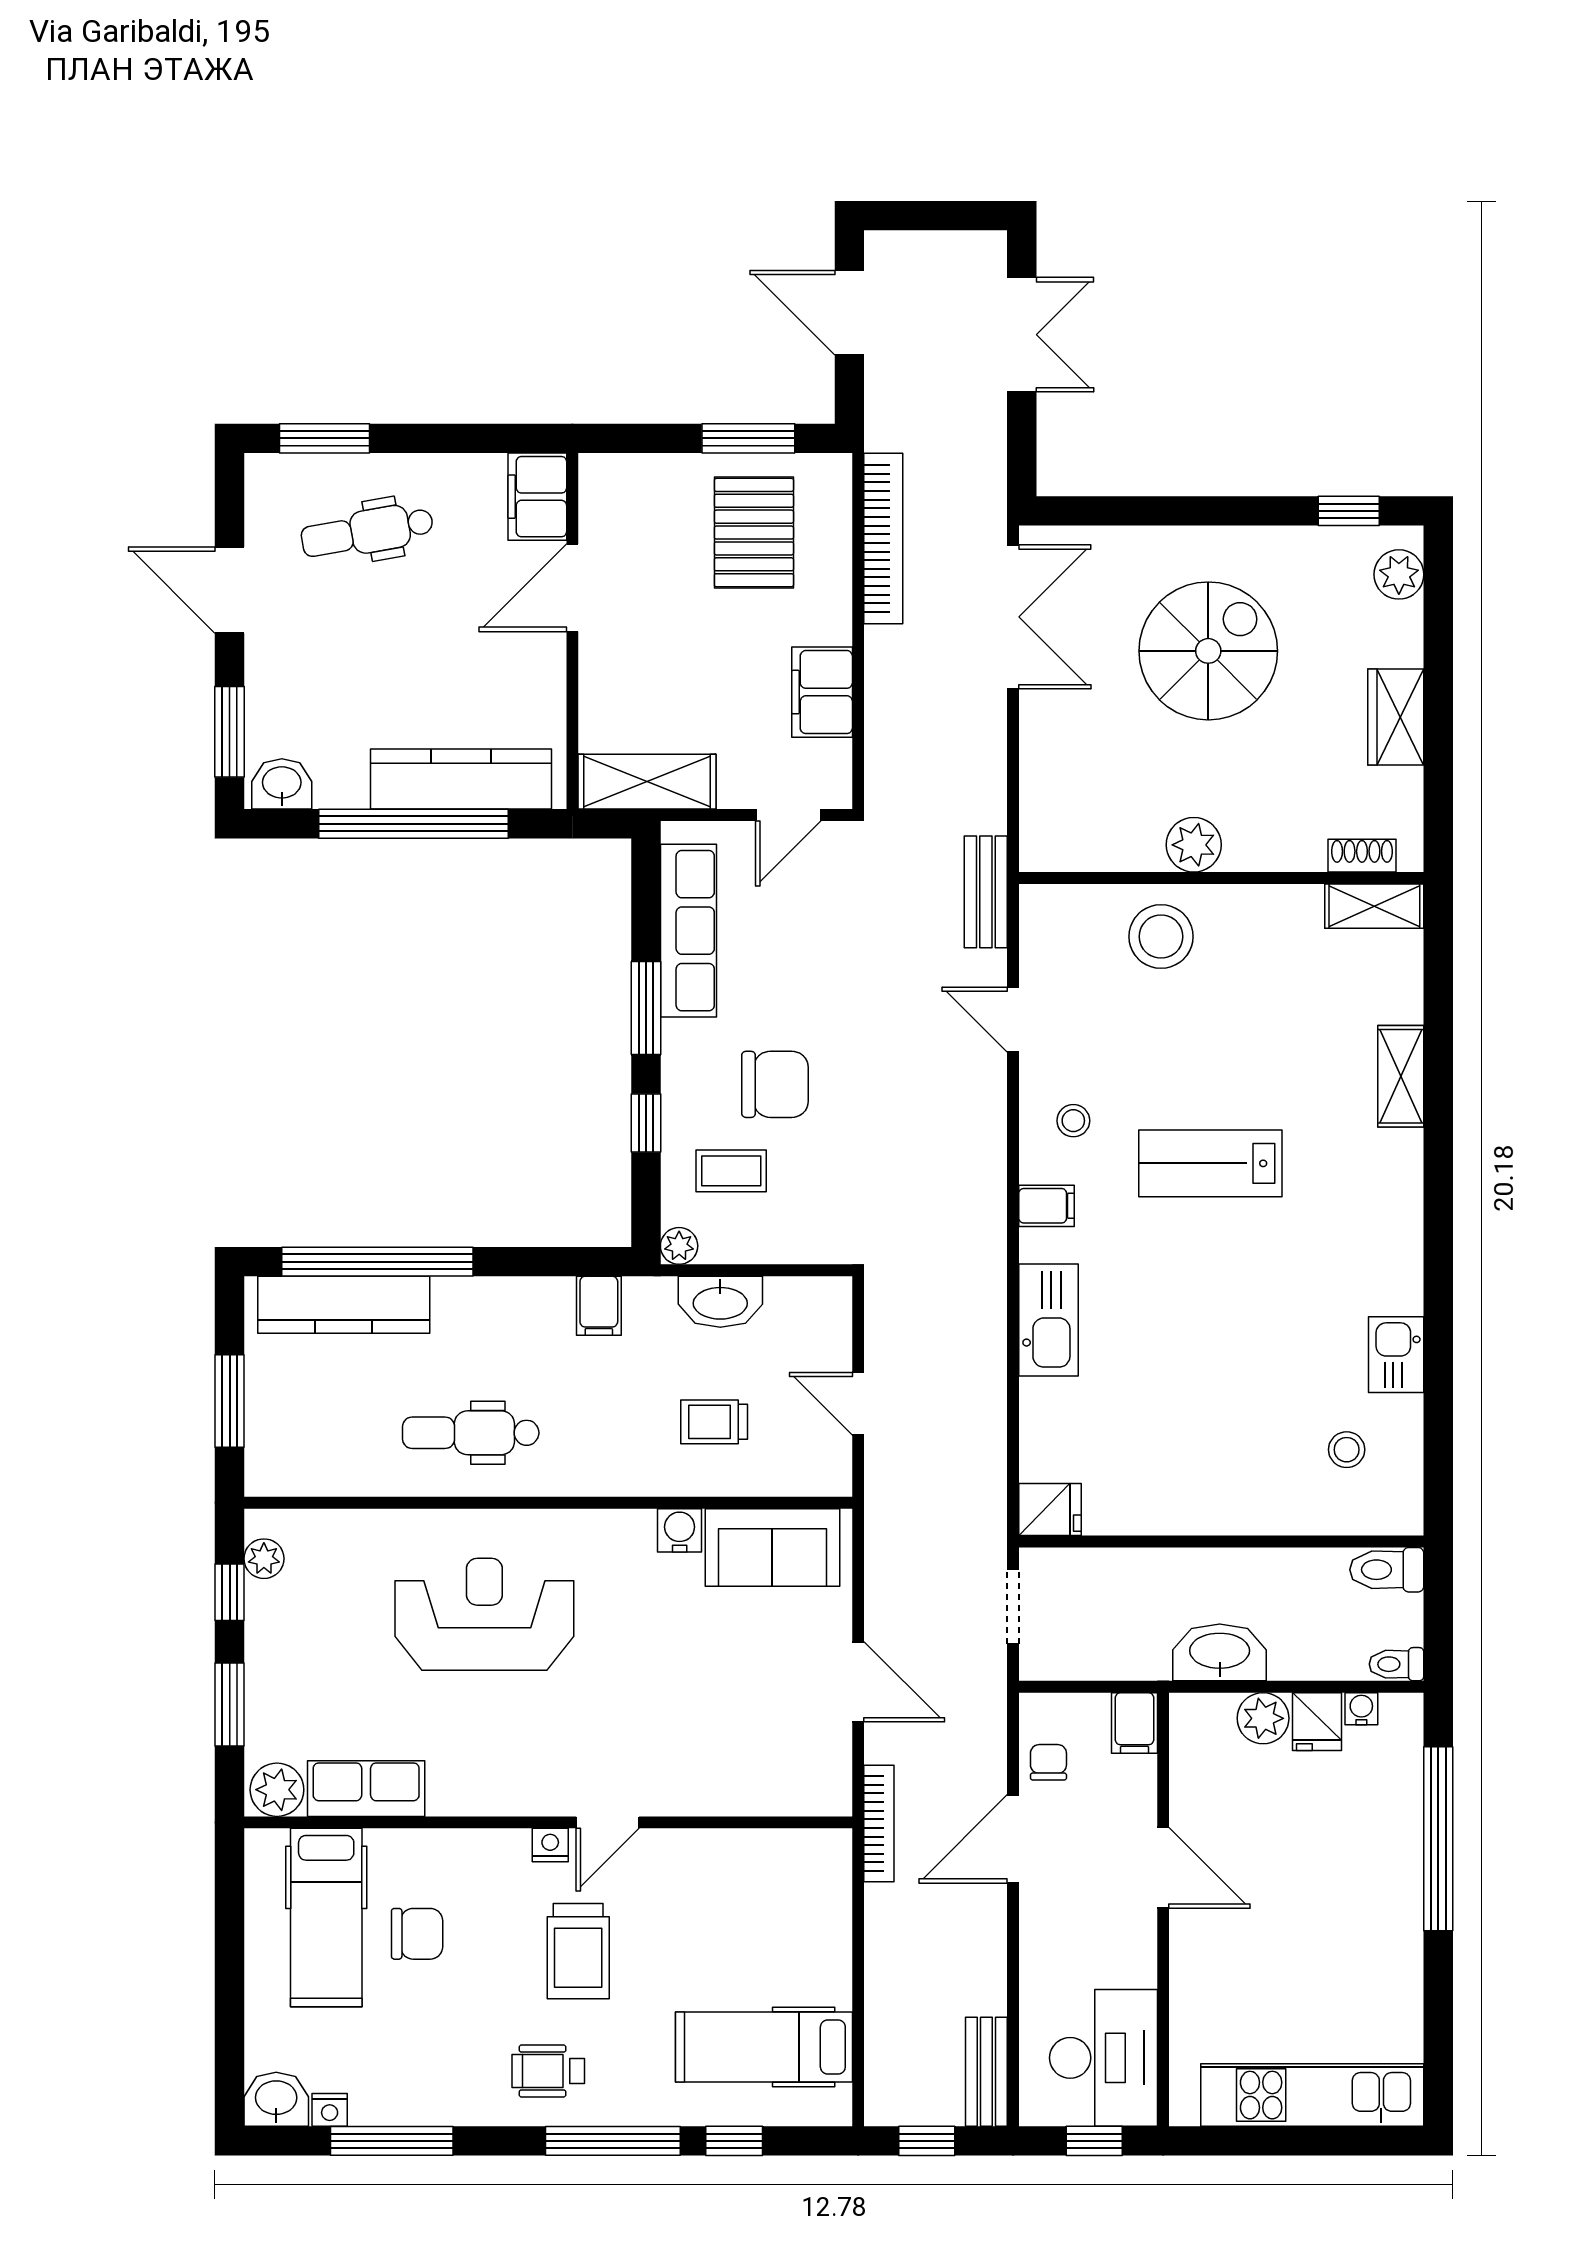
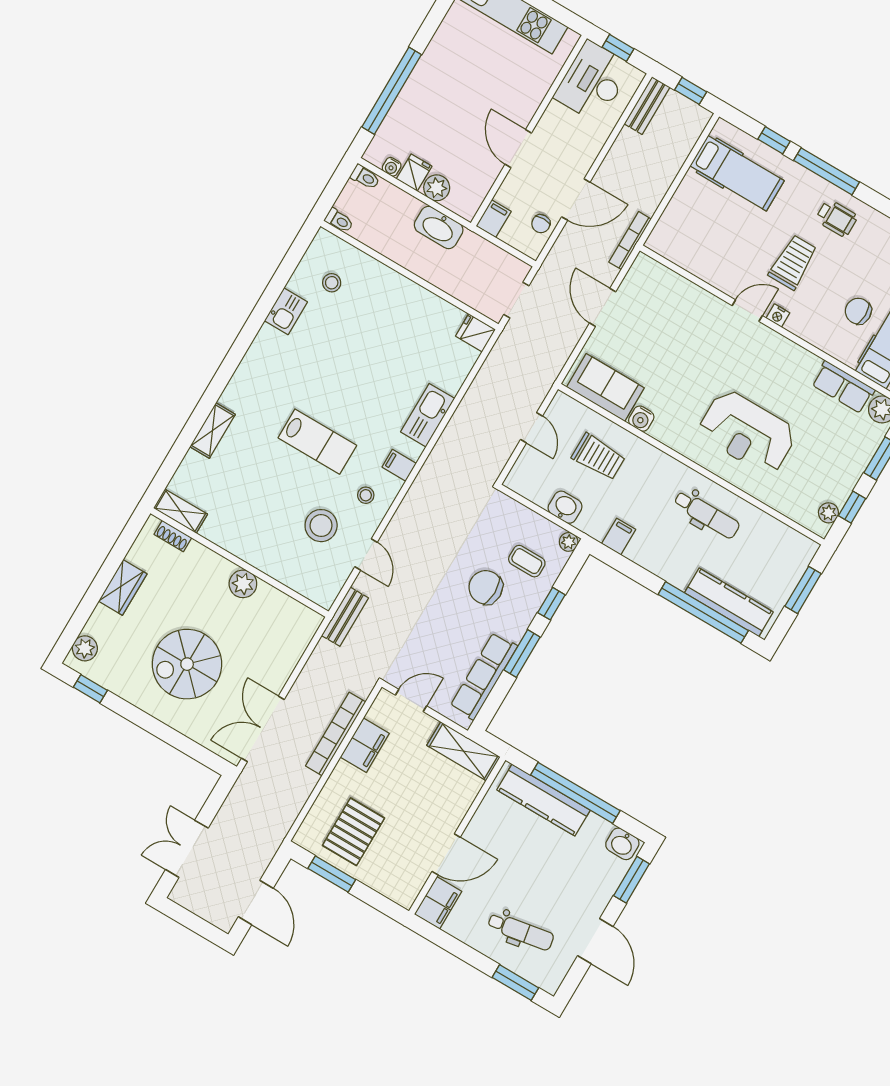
bookcase: (883, 539) -> (336, 734), moved
stool: (1161, 937) -> (321, 526), moved
washbasin: (720, 1302) -> (565, 507), width x0.72
trolley: (714, 1422) -> (598, 457), width x1.36, depth x1.39
toilet: (1387, 1570) -> (339, 220), width x0.73, depth x0.72

